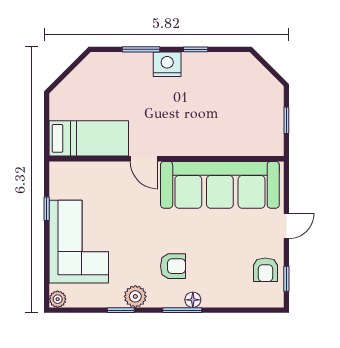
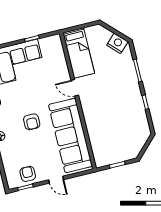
nightstand: (167, 64) -> (117, 43), moved, turned -45
door: (144, 159) -> (75, 88), hinge flipped
armchair: (173, 266) -> (32, 122), moved
armchair: (265, 270) -> (28, 174), turned 90

